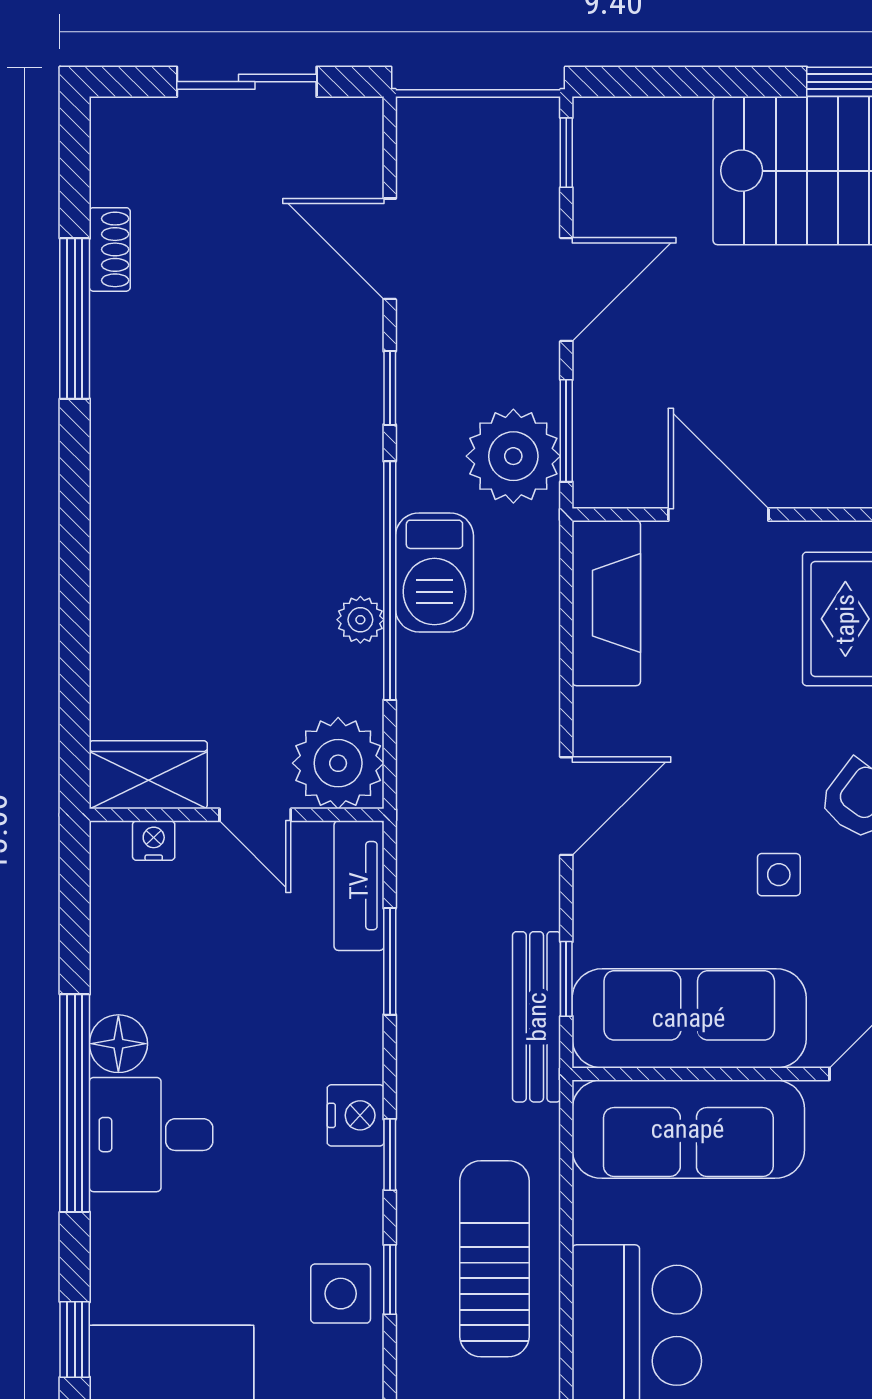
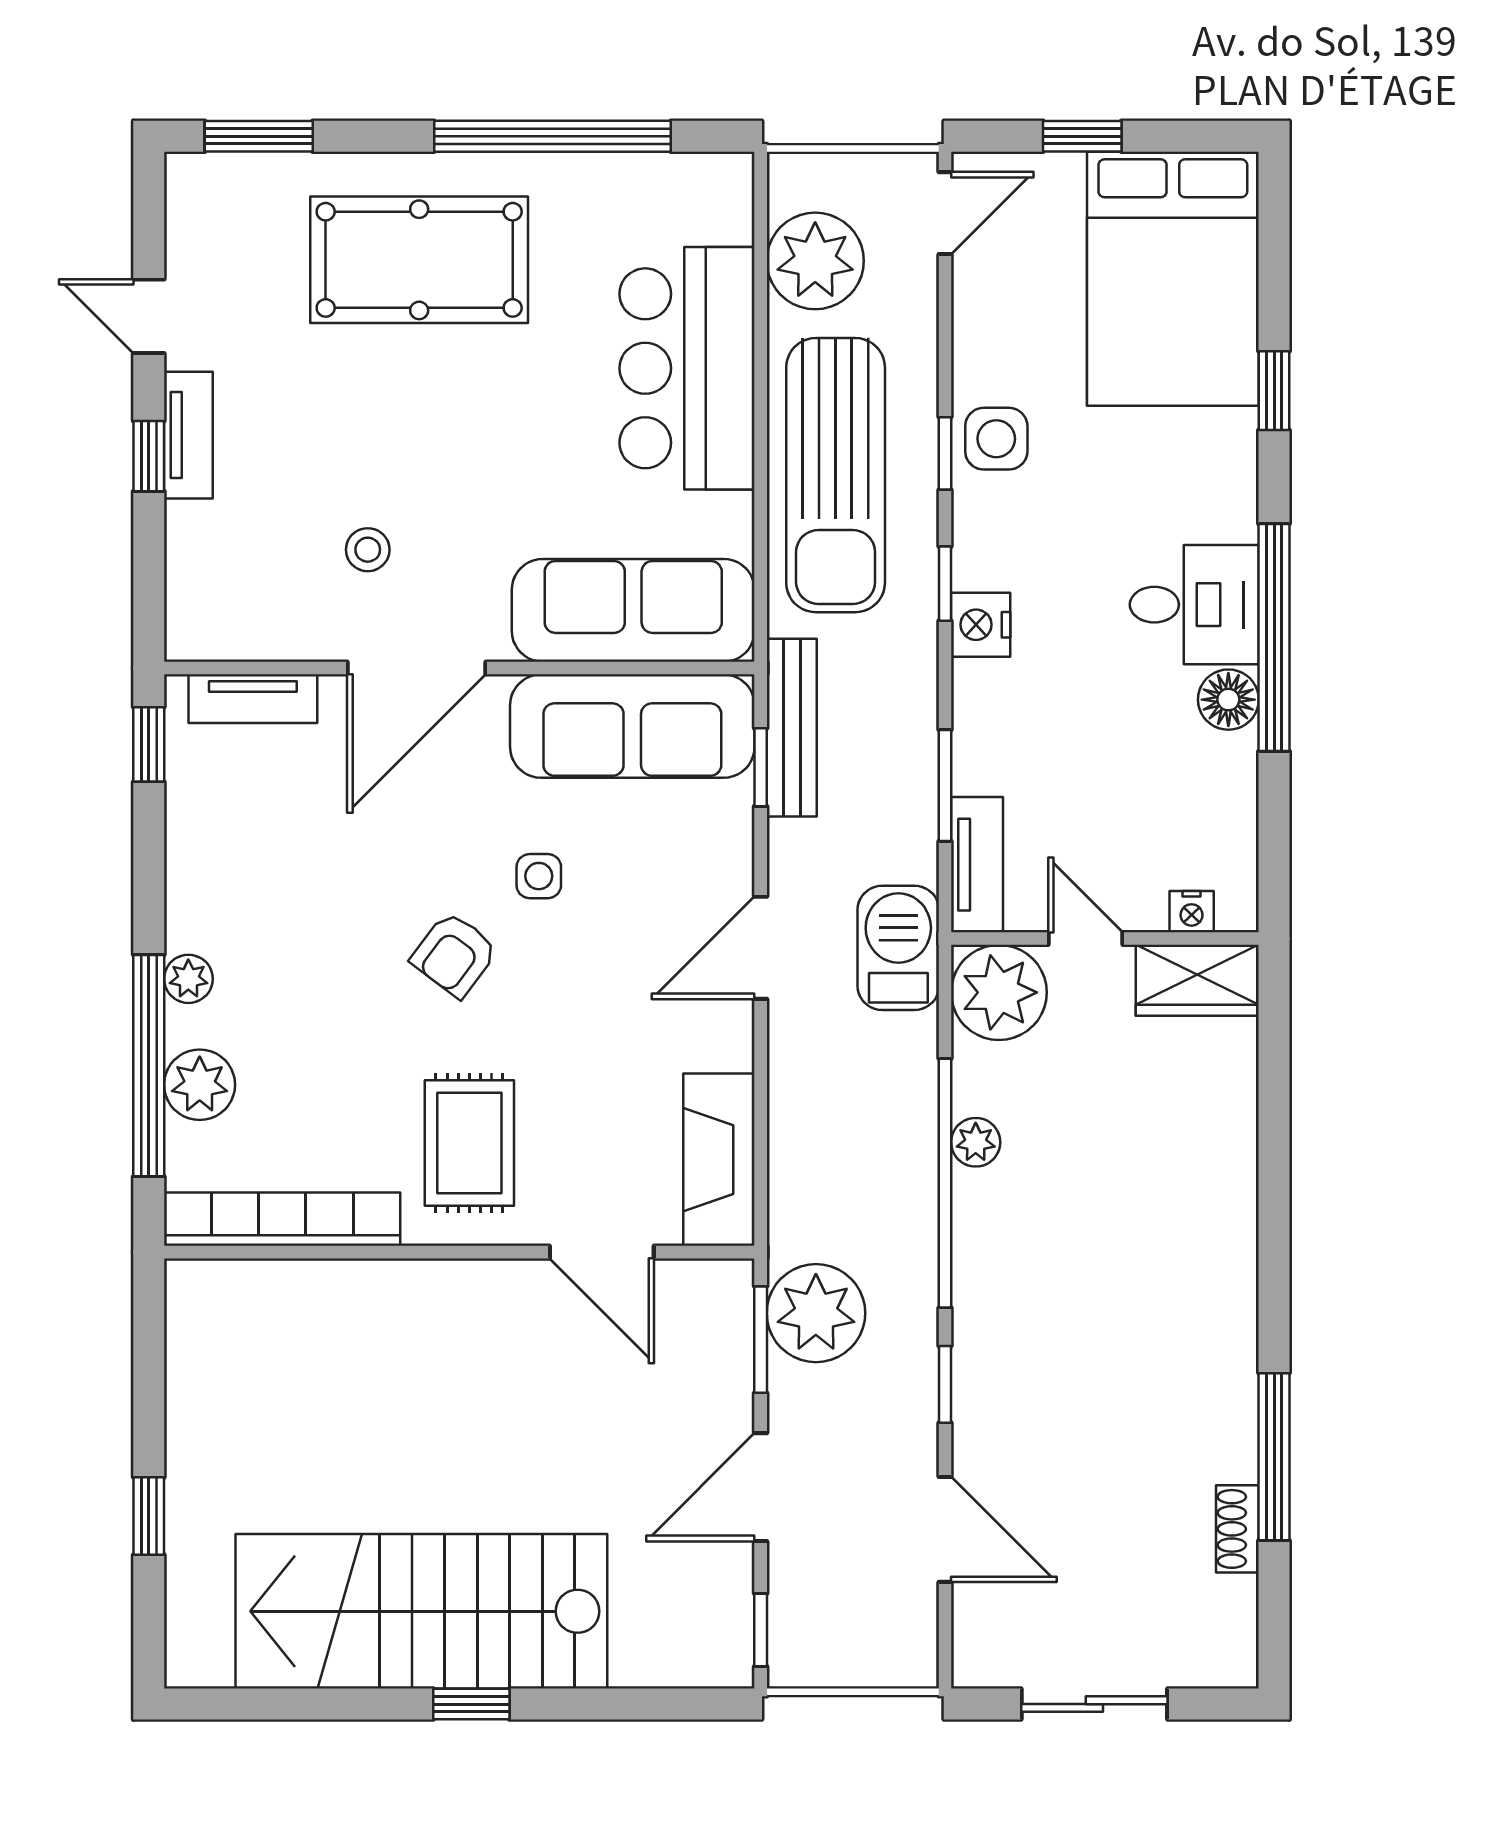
barbecue: (434, 572) -> (898, 948), moved
sun lounger: (495, 1259) -> (836, 475), width x1.36, depth x1.34

